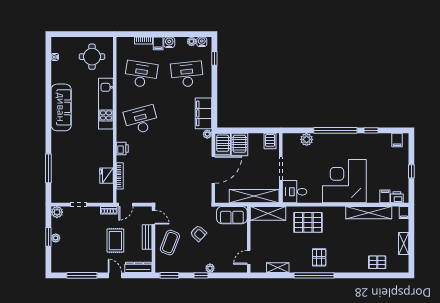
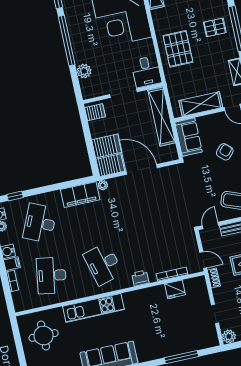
desk: (187, 74) -> (40, 223), turned 30
shelving: (268, 213) -> (201, 104), moved, turned 90
armchair: (198, 233) -> (225, 152), moved

